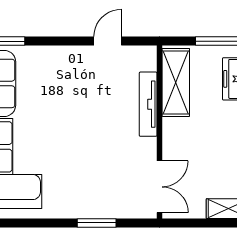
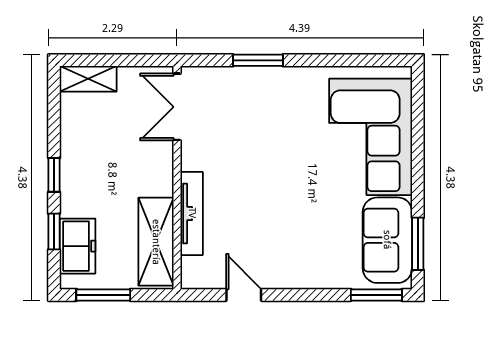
door: (108, 41) -> (244, 295), swing flipped

